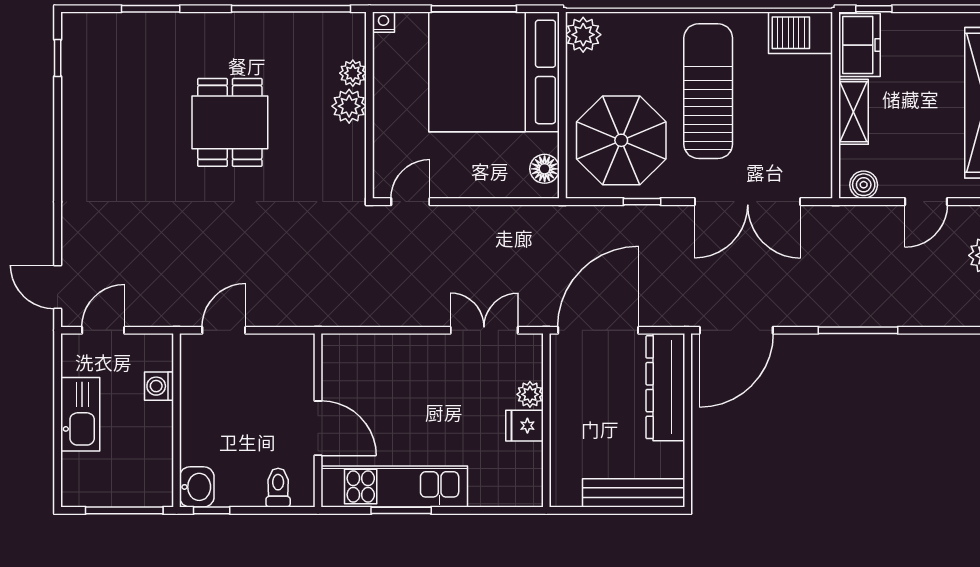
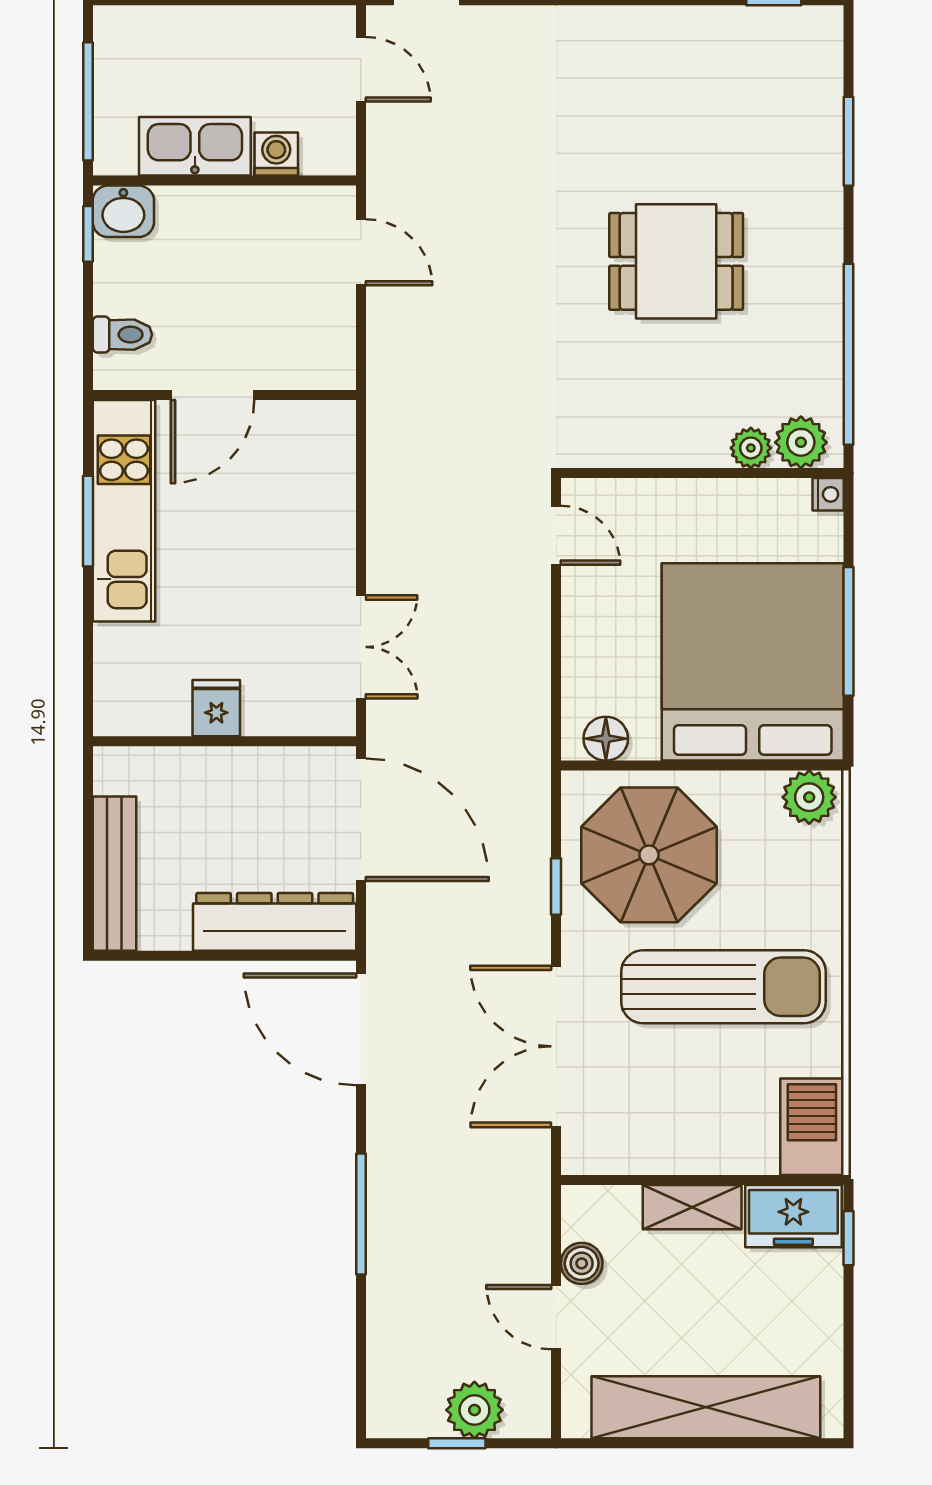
plant: (349, 106) -> (801, 442), moved
boiler: (864, 185) -> (582, 1263), moved
plant: (530, 394) -> (264, 717), removed
kitchen sink: (80, 414) -> (195, 146), moved, turned 180

